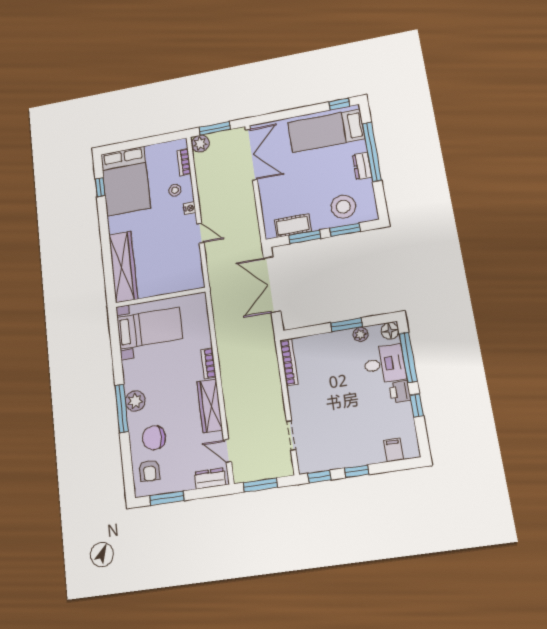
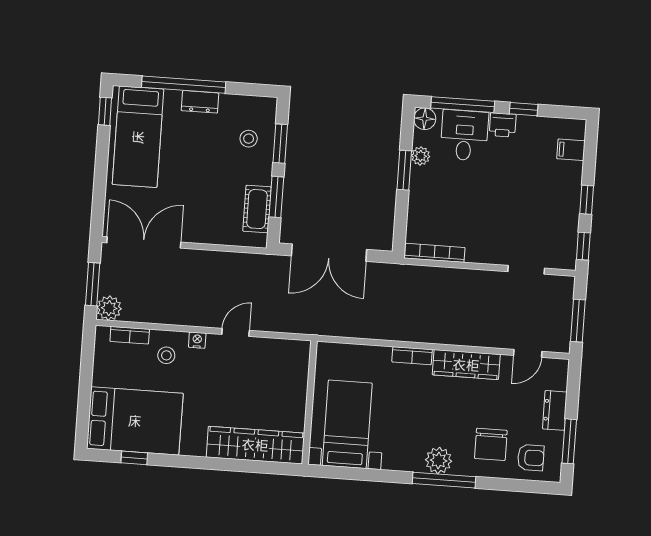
stool: (343, 207) -> (249, 139), width x0.53, depth x0.53
dresser: (210, 478) -> (555, 410), moved

